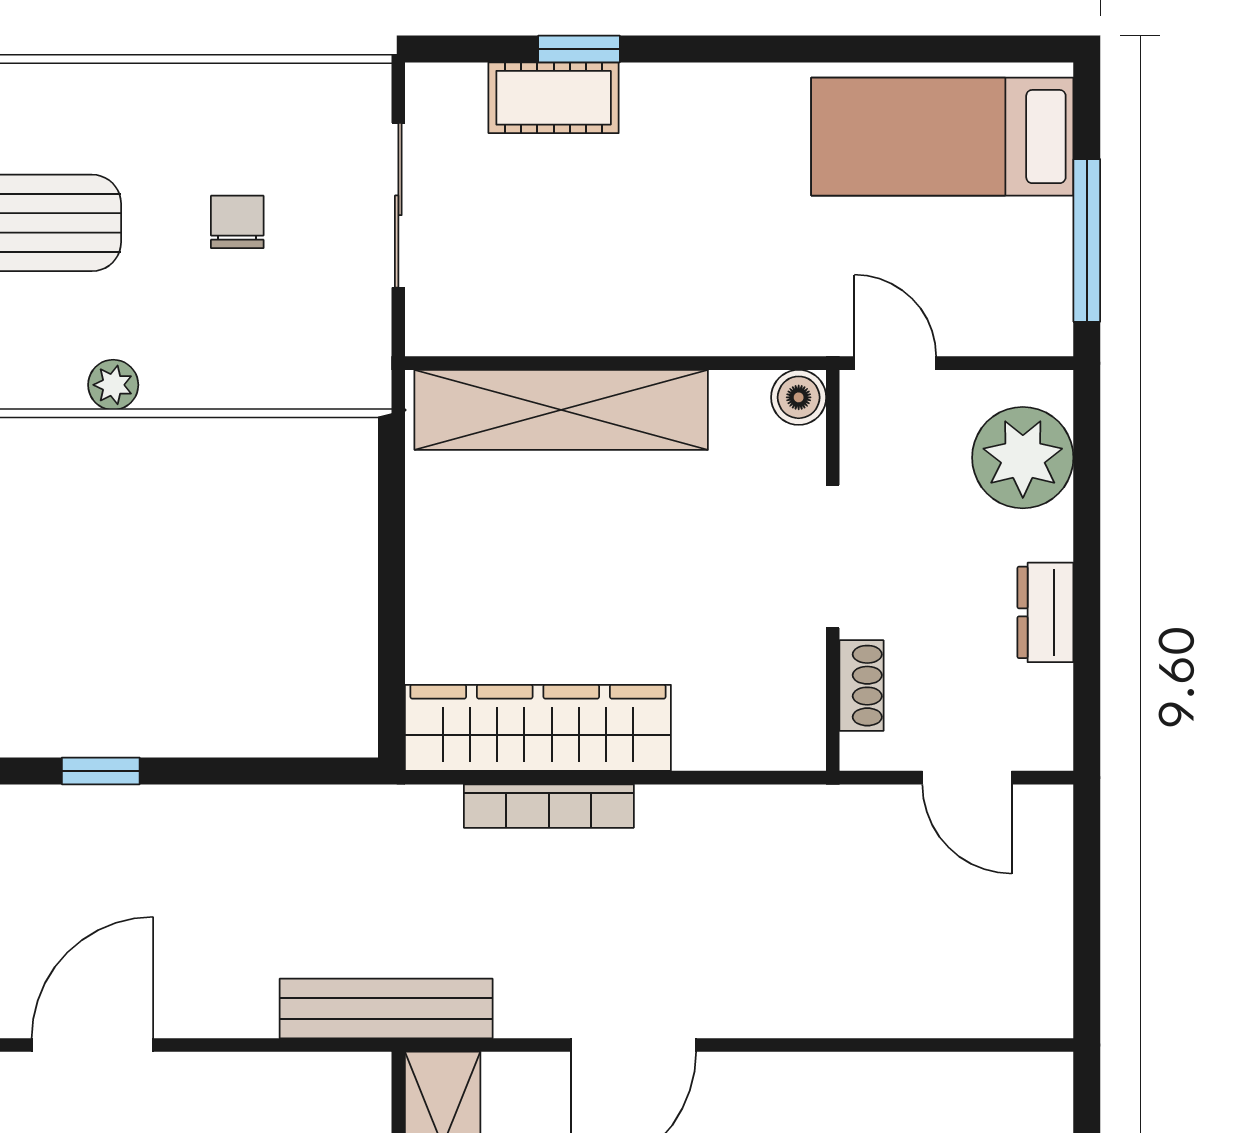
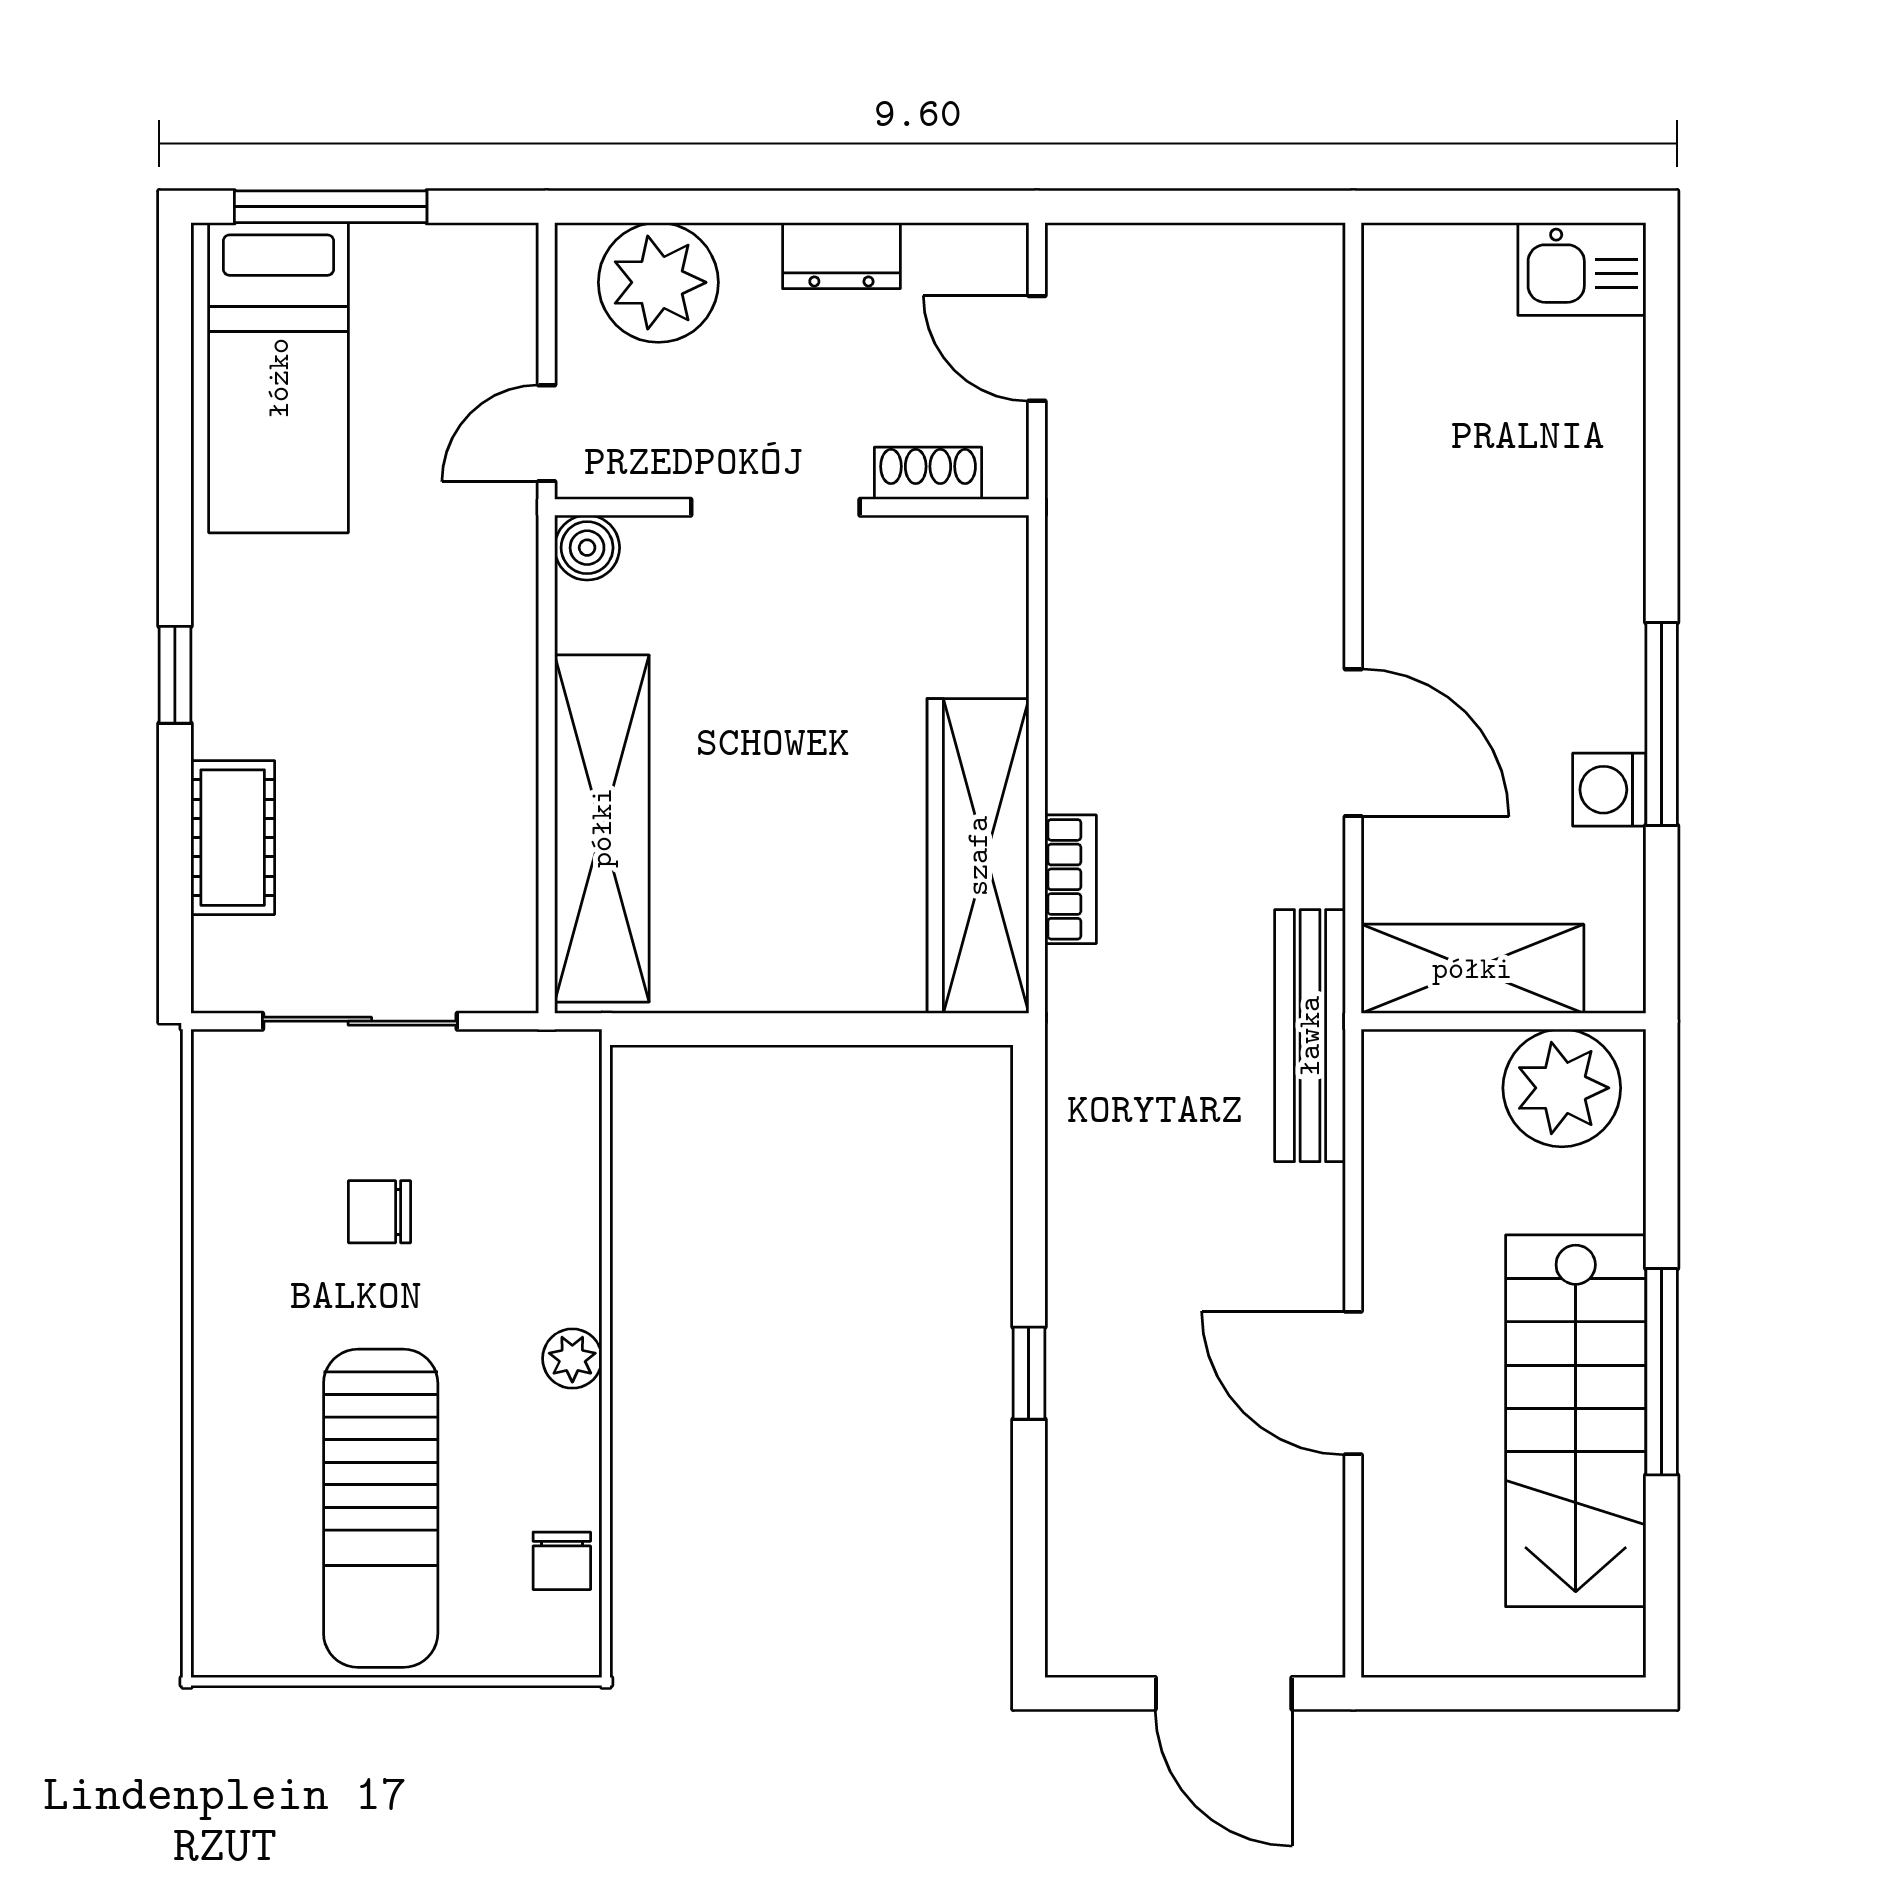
window: (579, 49) -> (175, 675), moved
window: (1087, 240) -> (331, 207), moved
door: (967, 778) -> (1037, 348), swing flipped
bookcase: (549, 806) -> (1071, 879), width x0.64

